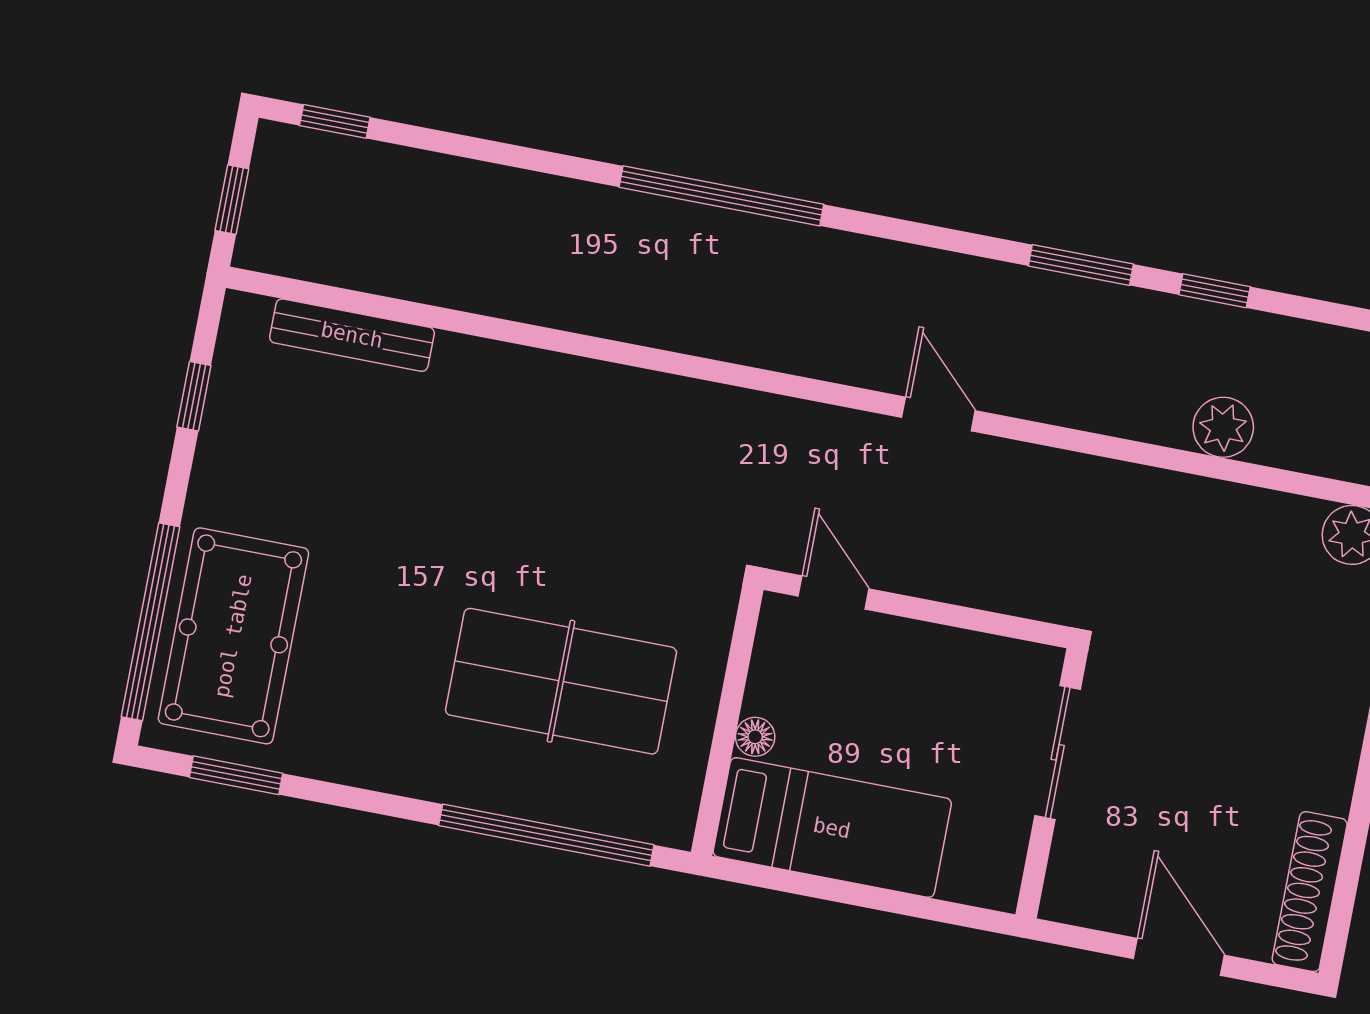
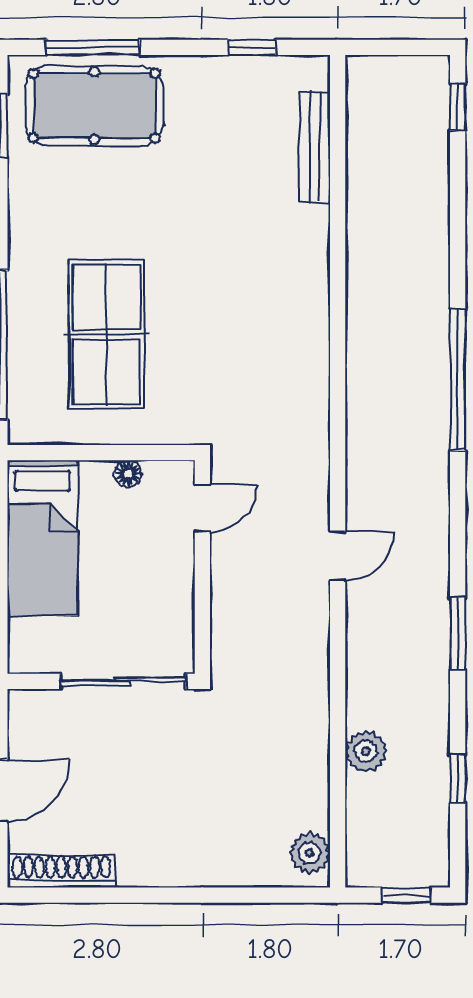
window: (232, 200) -> (391, 47), removed
window: (1215, 291) -> (458, 779), moved
window: (151, 622) -> (93, 47), width x0.68
floor lamp: (755, 737) -> (128, 474), moved
sliding door: (1058, 752) -> (123, 681), width x1.37

